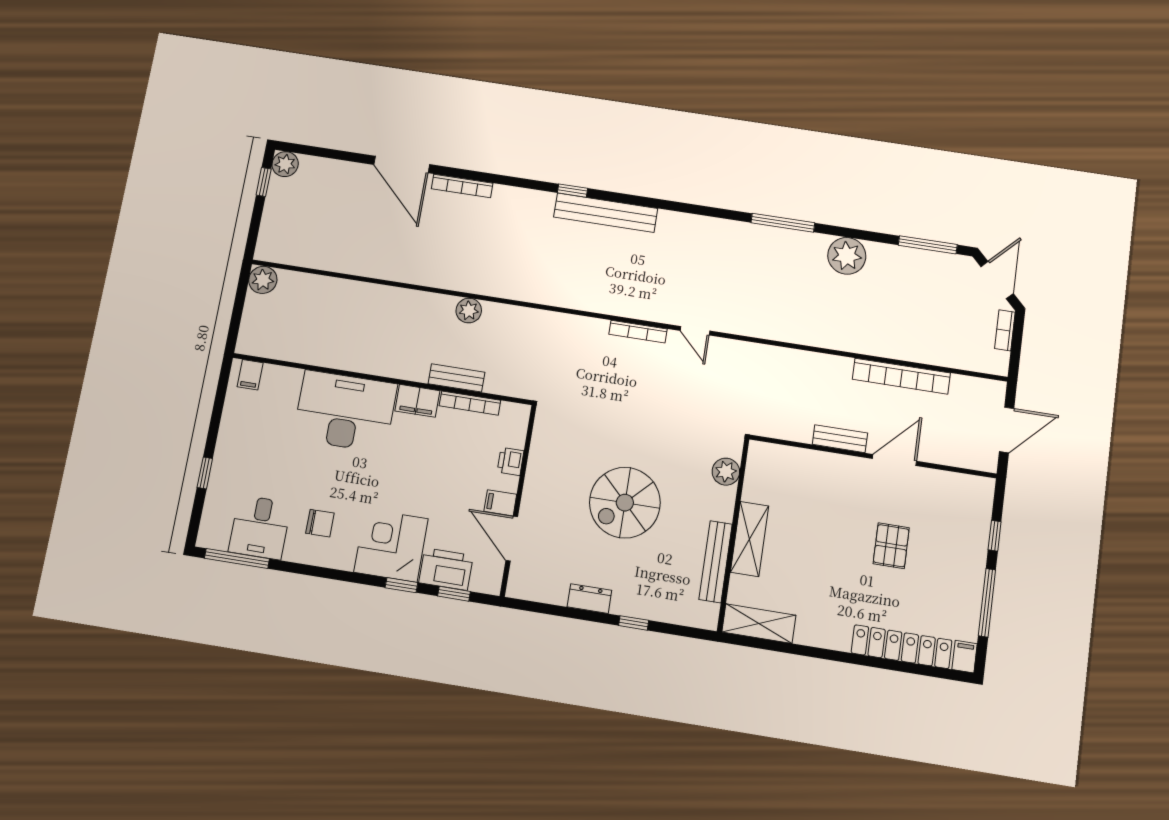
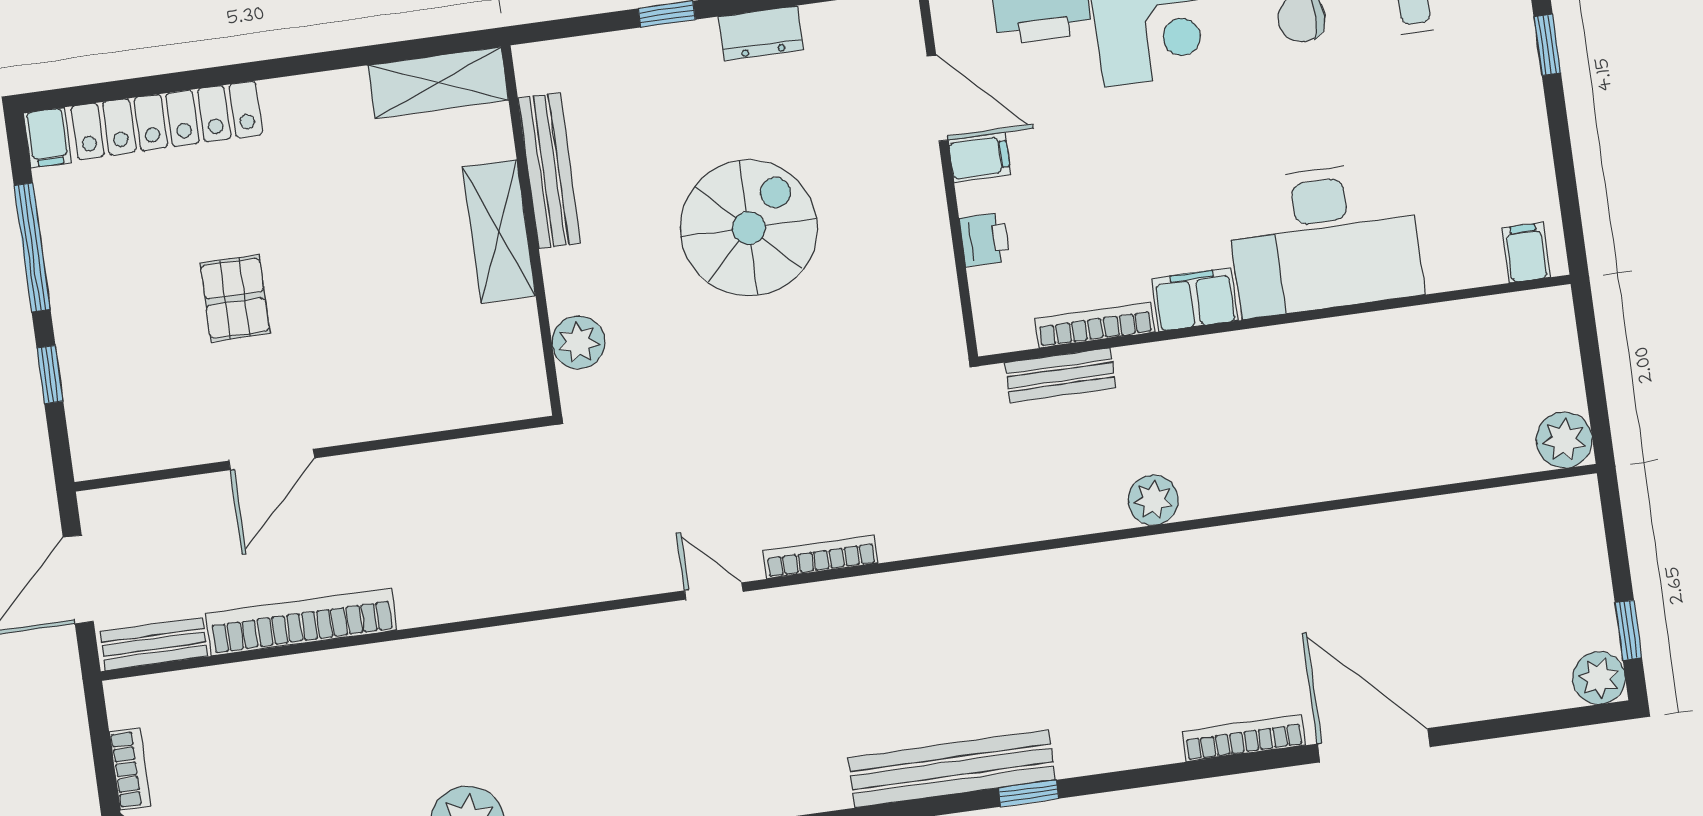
bench: (456, 378) -> (1060, 375), moved
bench: (840, 439) -> (154, 644), moved

